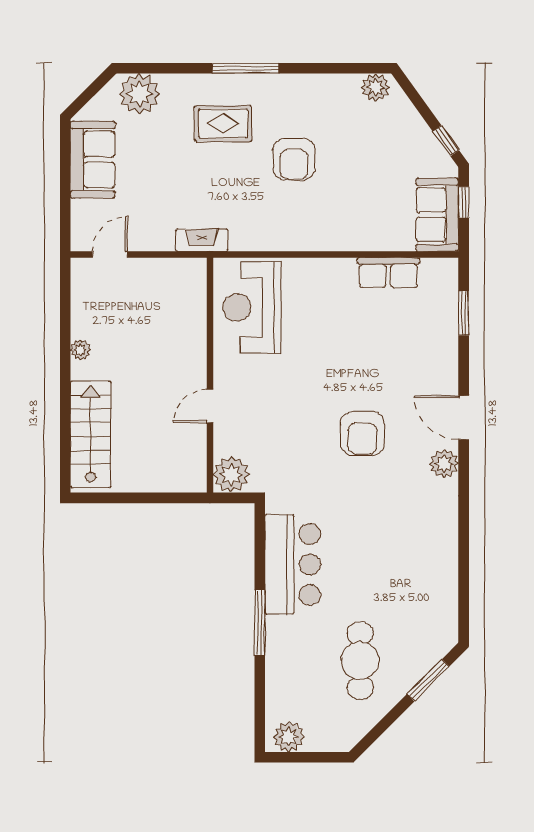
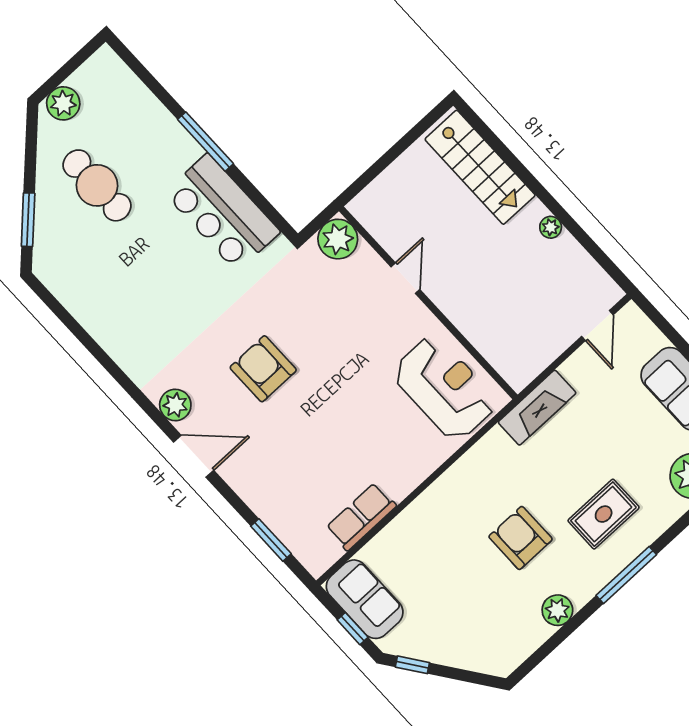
plant: (376, 87) -> (557, 610), moved
fireplace: (202, 240) -> (537, 408), width x1.37, depth x1.32
plant: (289, 737) -> (63, 103), moved

